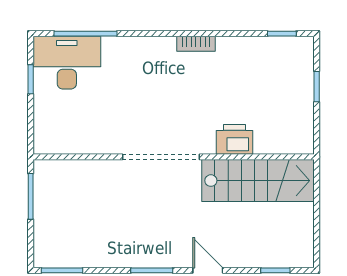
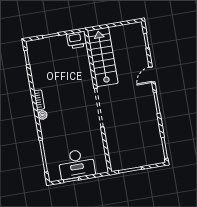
plant: (166, 45) -> (42, 115), added
desk: (67, 63) -> (77, 164), moved, turned -90
printer: (235, 139) -> (77, 40), moved, turned -90

